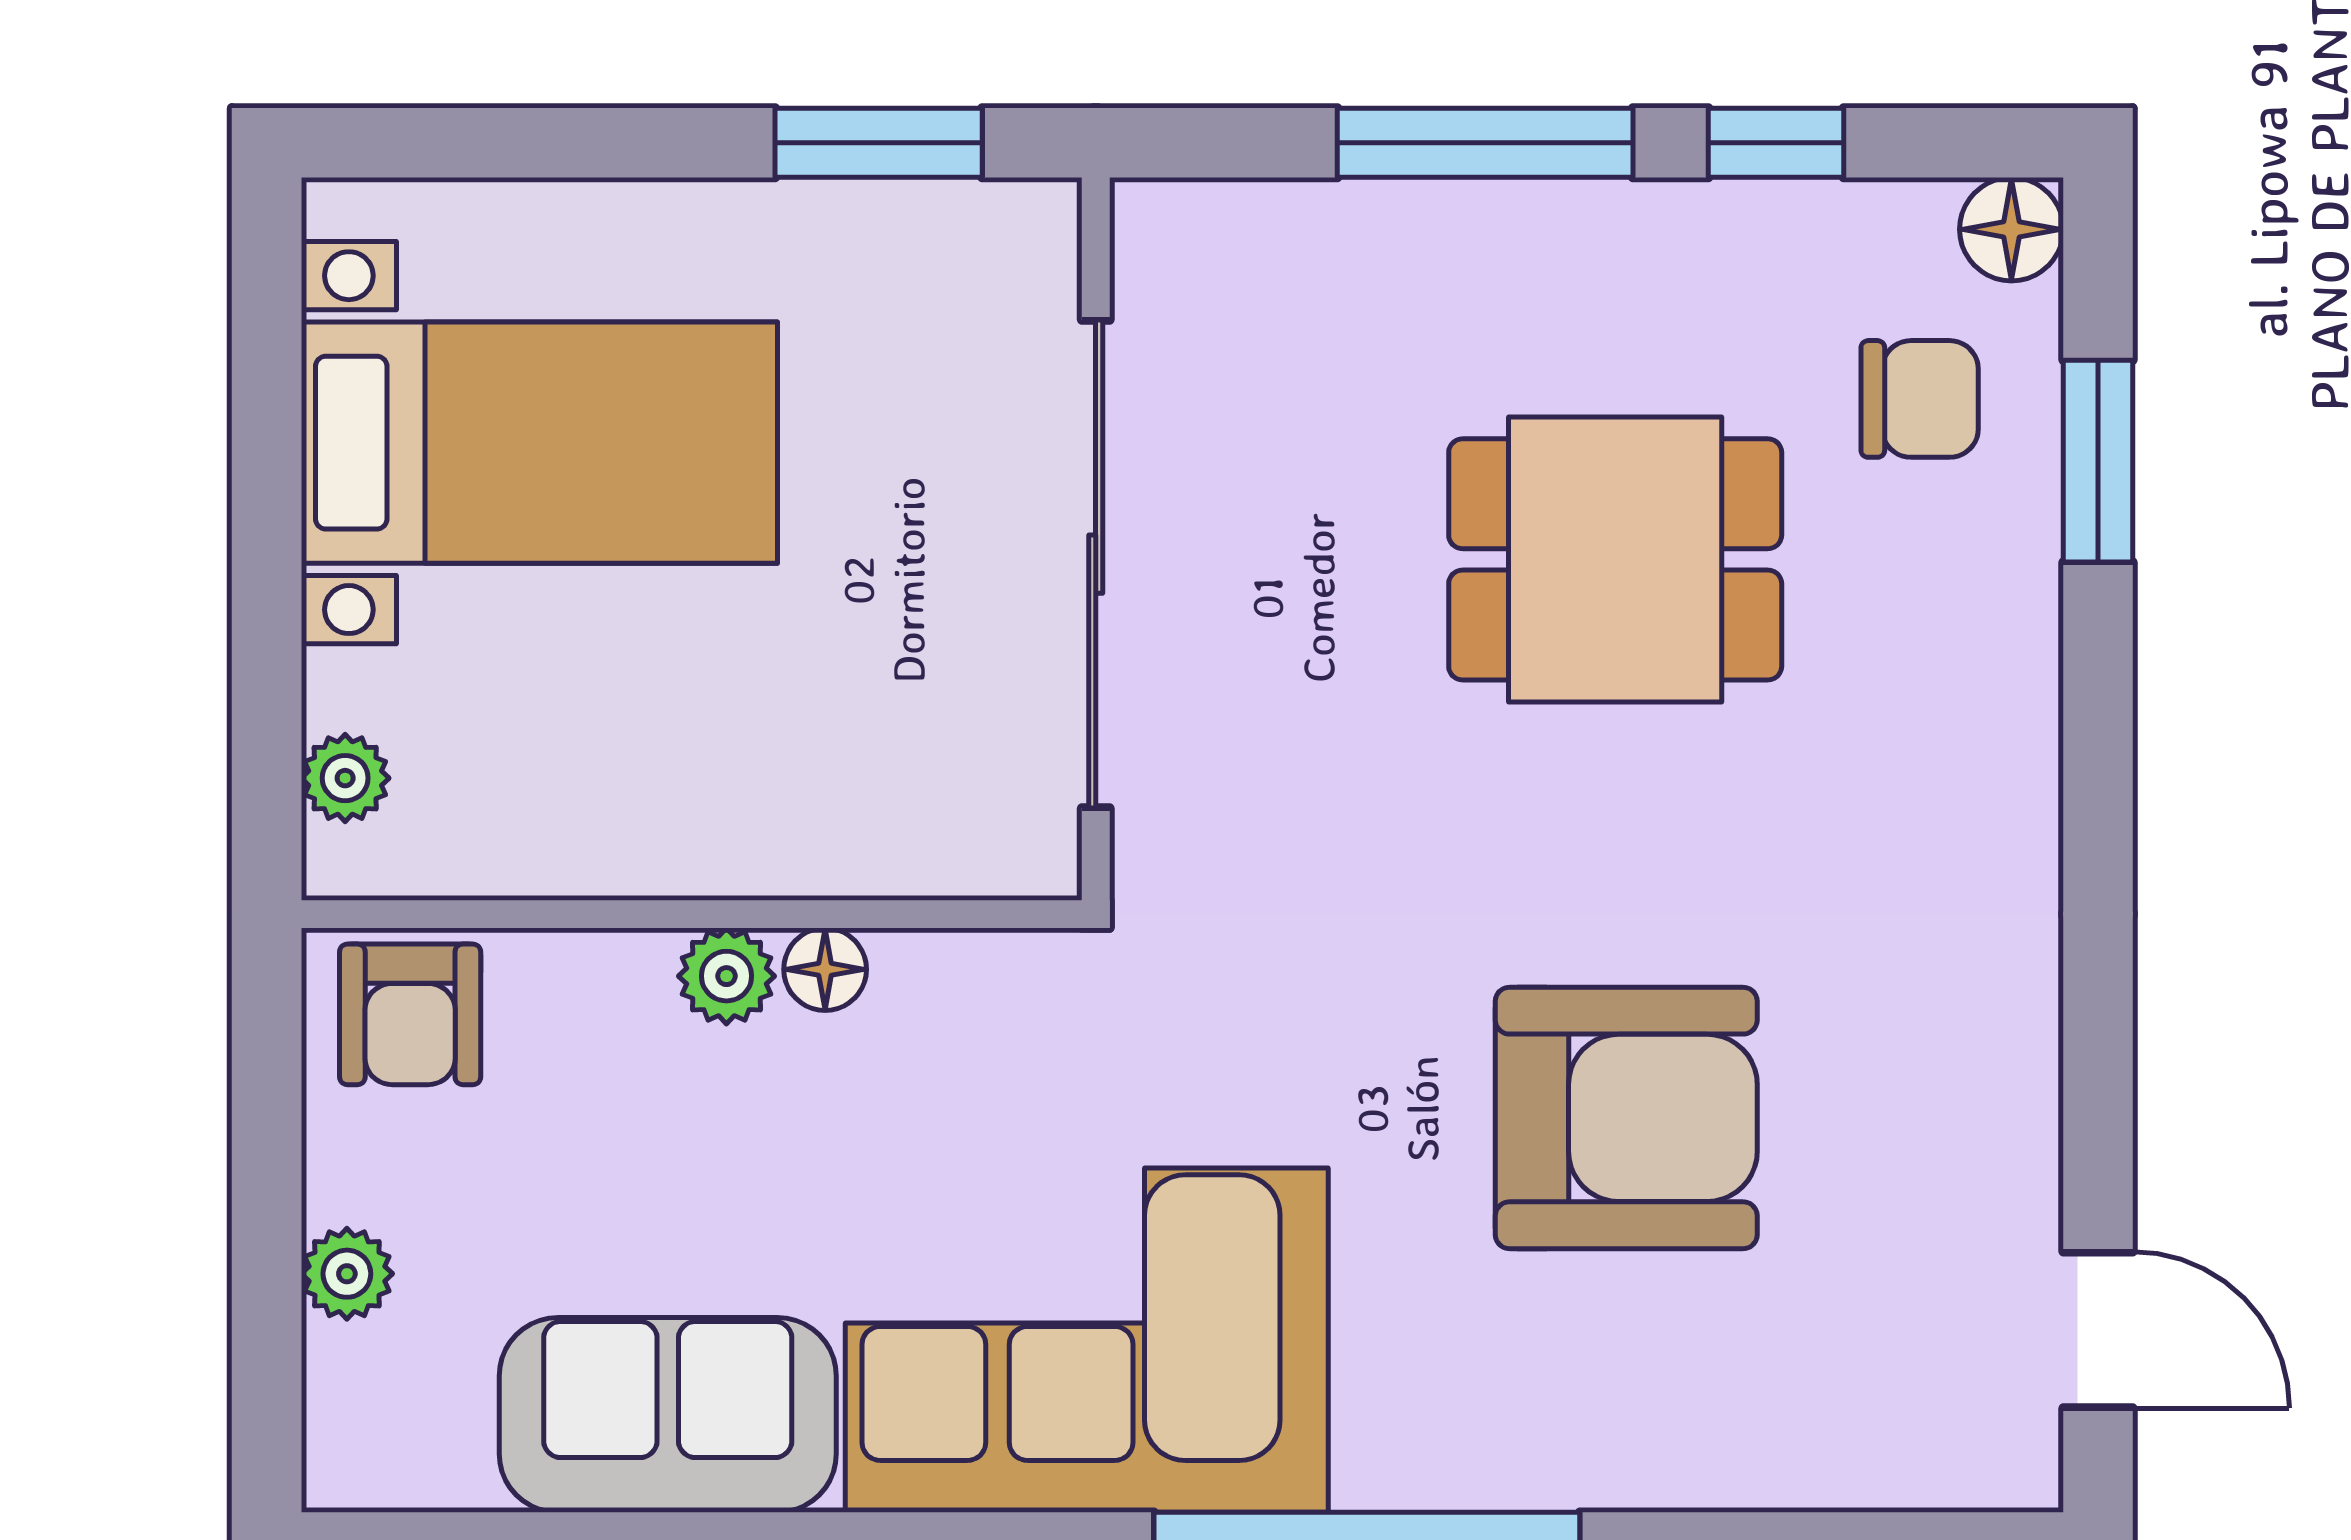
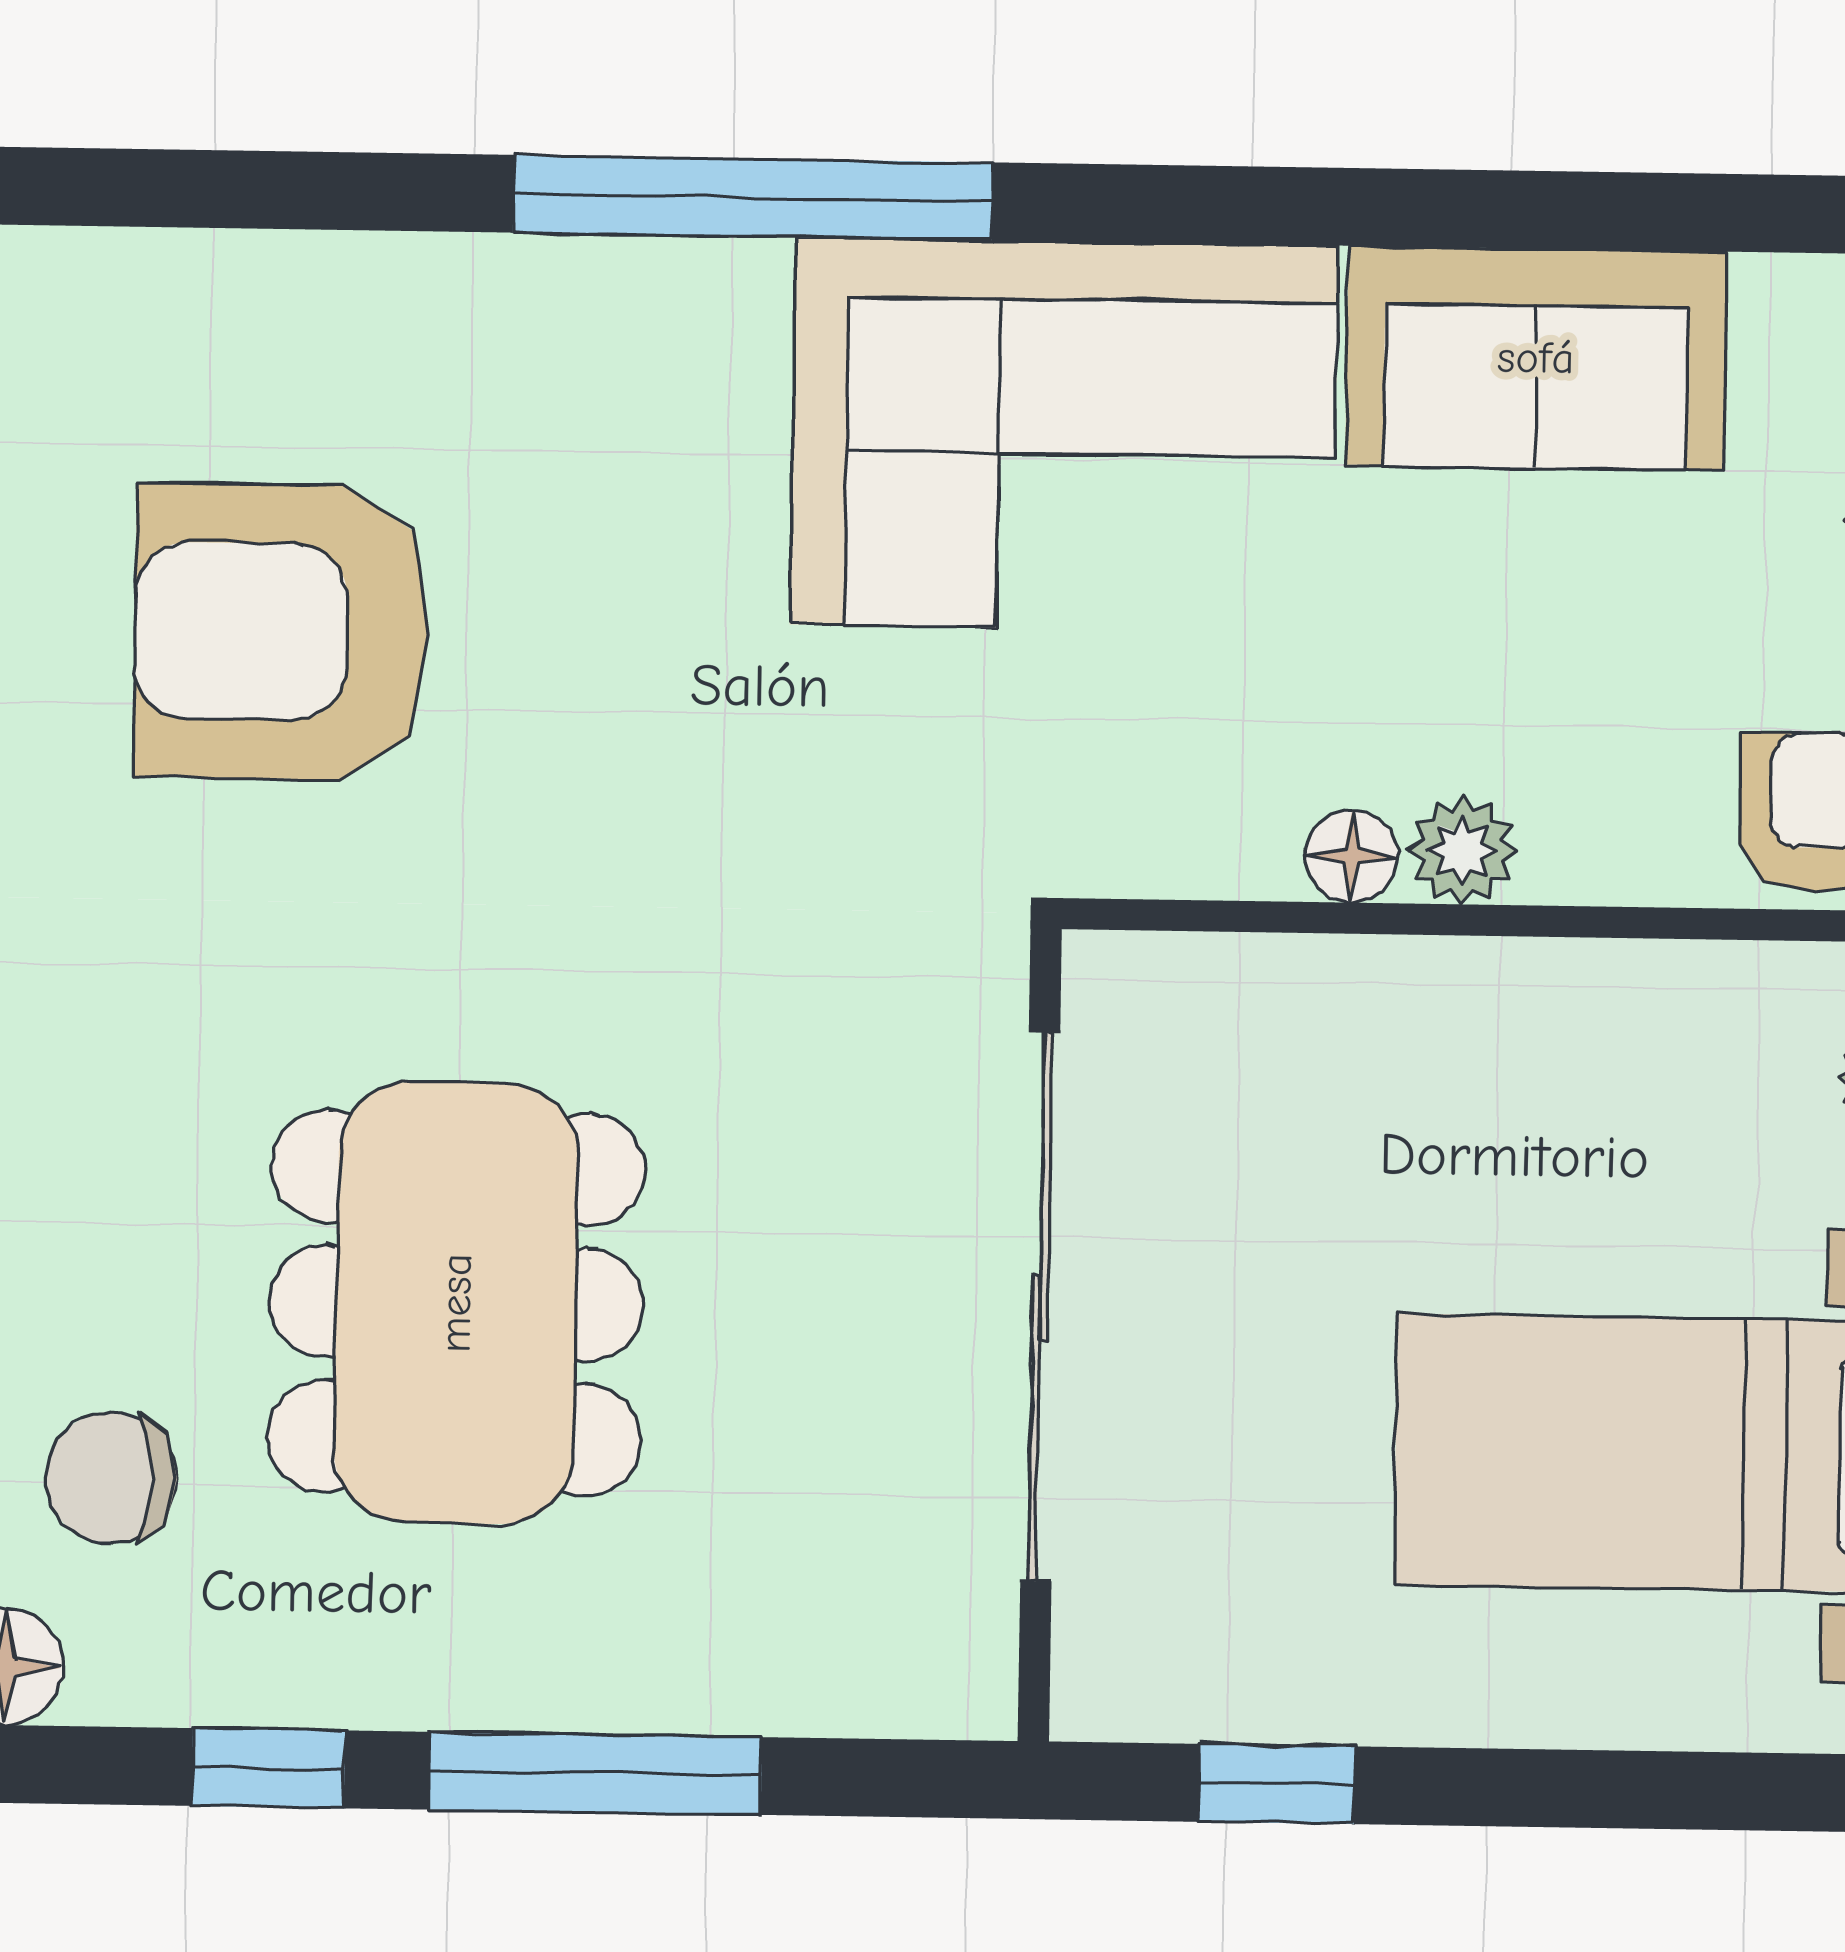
window: (879, 143) -> (1277, 1784), width x0.67
dining table: (1615, 559) -> (456, 1303), width x1.38
armchair: (1626, 1118) -> (282, 632), moved

